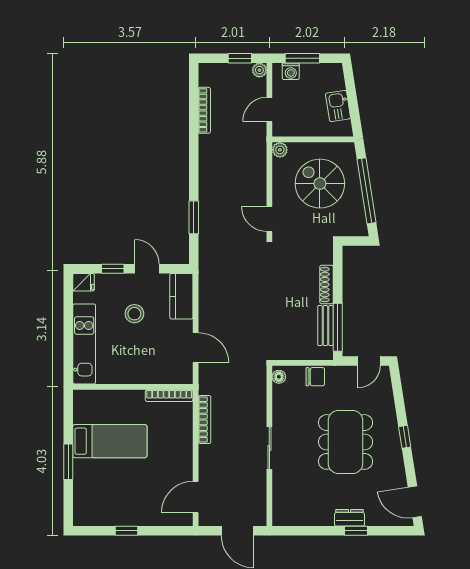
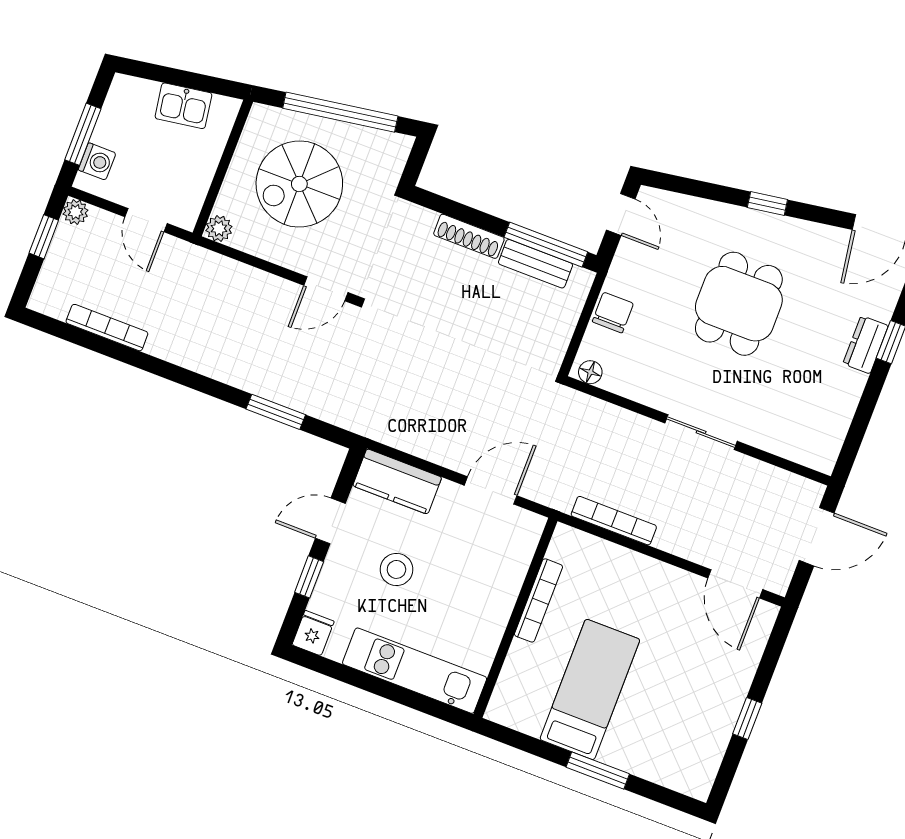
bookcase: (169, 396) -> (538, 600), moved
dining table: (346, 442) -> (739, 304), width x0.73

